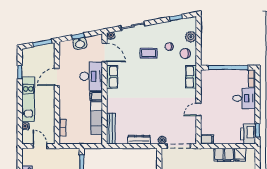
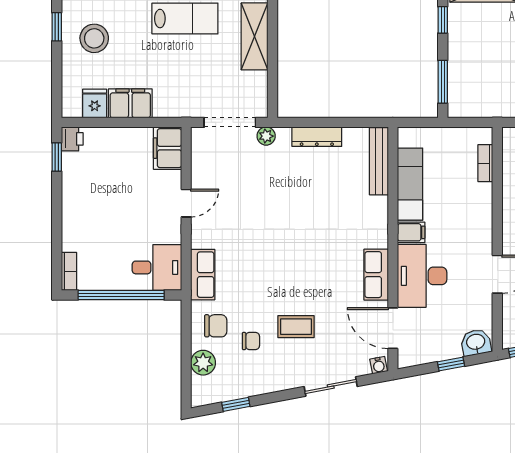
washbasin: (80, 44) -> (476, 342), moved
desk: (244, 98) -> (157, 267), moved, turned 180
printer: (248, 134) -> (72, 139), width x0.53, depth x0.68
filing cabinet: (207, 139) -> (168, 148), width x2.00

